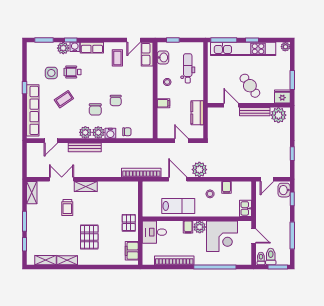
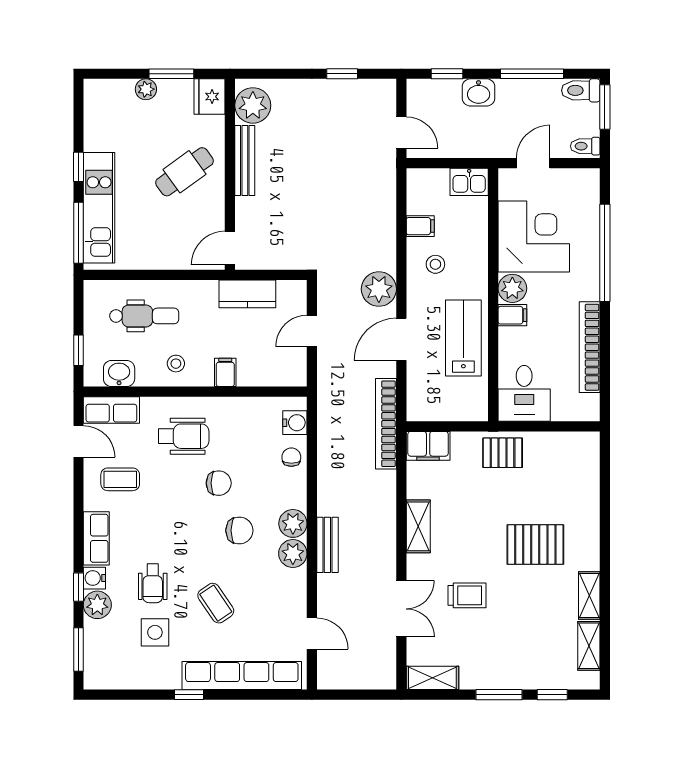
plant: (285, 47) -> (146, 89), moved
kitchen unit: (243, 49) -> (99, 208), width x0.73
dental chair: (188, 68) -> (144, 316), turned 180
wheelchair: (136, 85) -> (184, 436), added
door: (231, 105) -> (230, 248), moved
water cooler: (110, 133) -> (295, 423), moved
bench: (85, 147) -> (327, 545), width x0.73
double door: (62, 179) -> (401, 609), swing flipped
shelving: (86, 186) -> (418, 526), moved
washbasin: (284, 190) -> (479, 92), moved
filing cabinet: (132, 251) -> (428, 446), moved
toilet: (271, 257) -> (581, 90), moved

